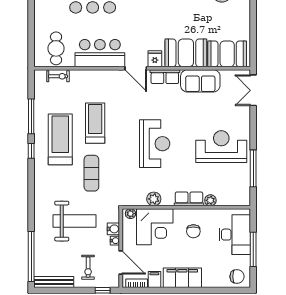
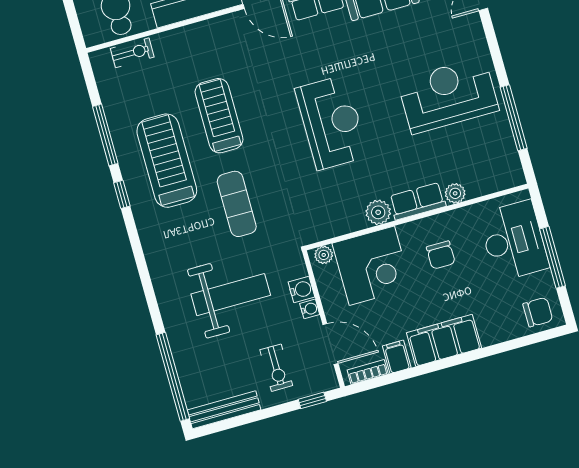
plant: (154, 199) -> (378, 212), moved

